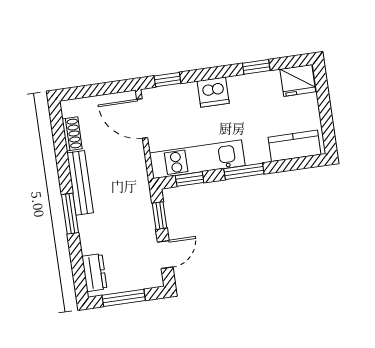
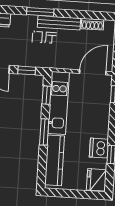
dishwasher: (213, 92) -> (99, 148), moved
kitchen counter: (294, 146) -> (54, 160), width x1.50

